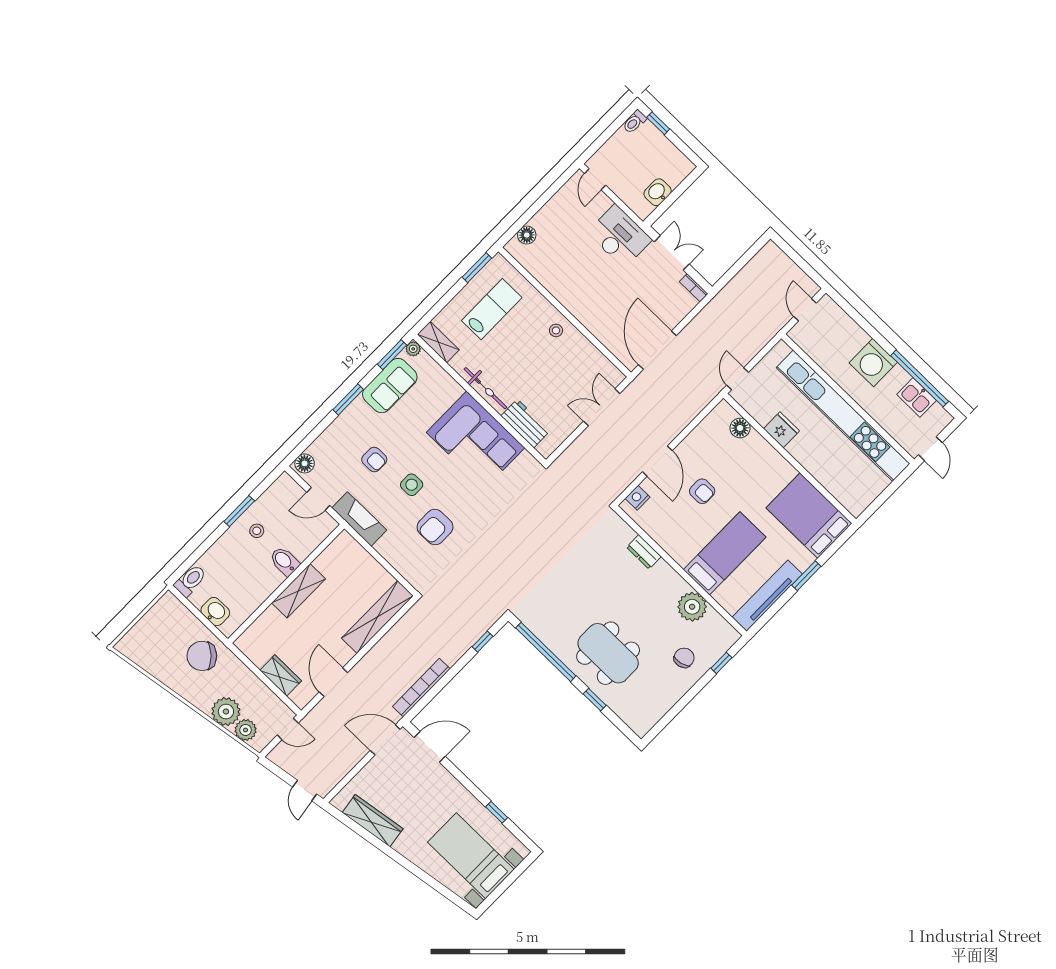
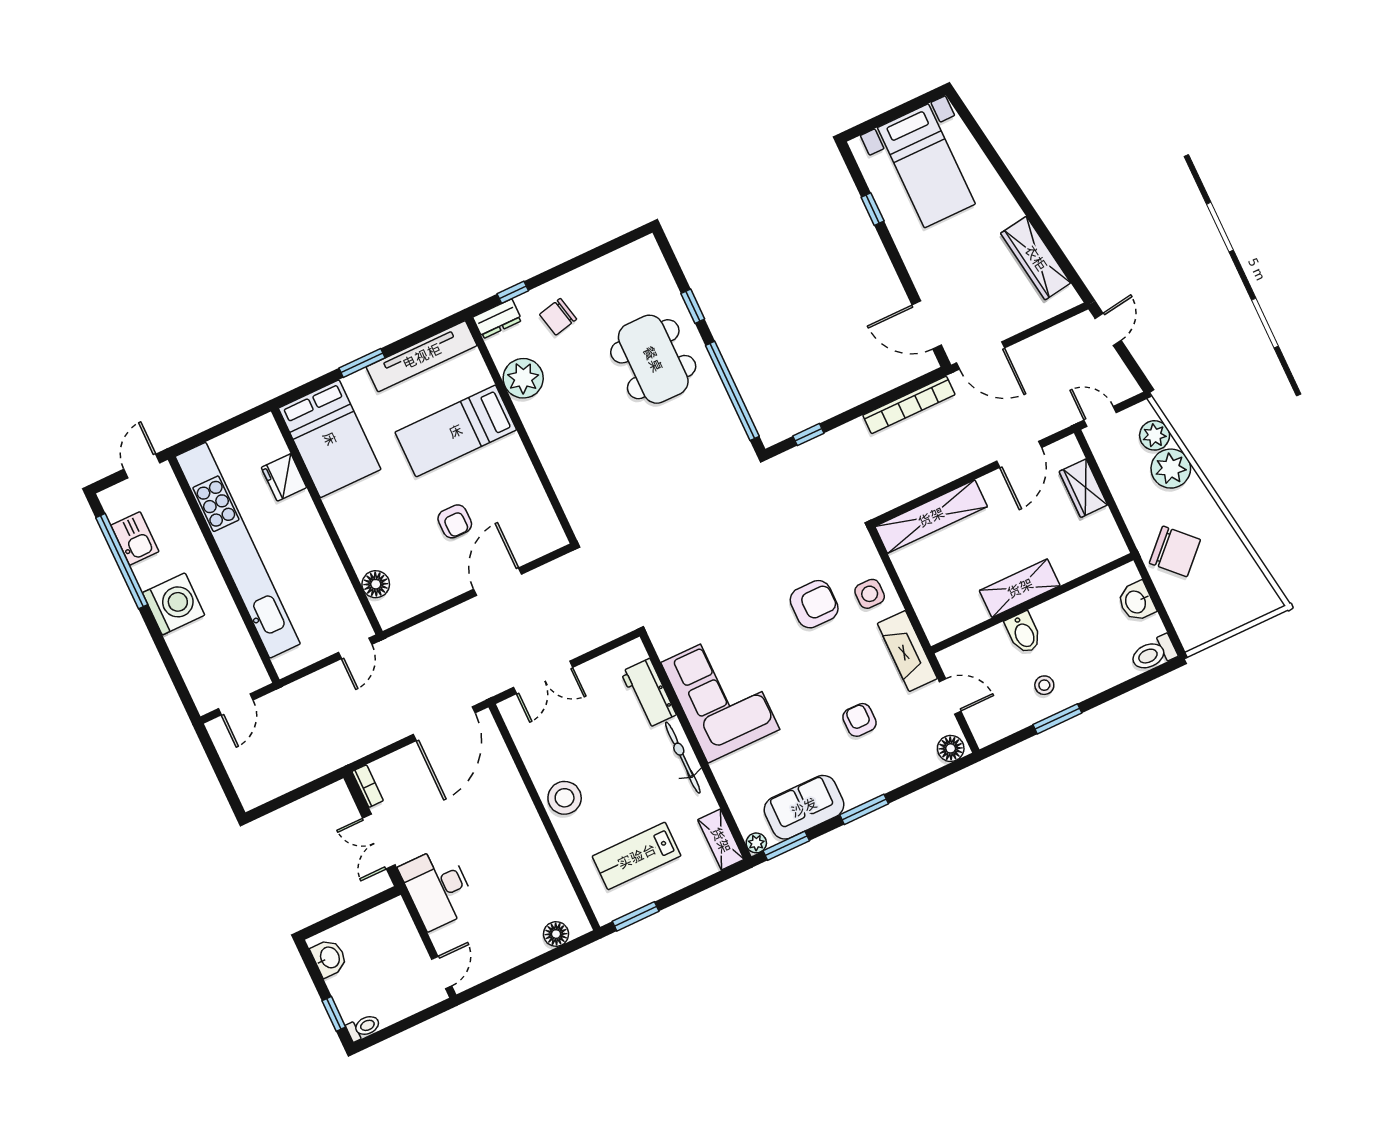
washbasin: (658, 192) -> (329, 958), moved, turned -90
stool: (556, 330) -> (565, 798), width x1.89, depth x1.89
fridge: (781, 430) -> (284, 477), moved
side table: (412, 485) -> (870, 594), moved
armchair: (702, 491) -> (455, 521), turned 180
nightstand: (637, 498) -> (541, 544), removed
dresser: (644, 552) -> (497, 319), moved, turned 90

